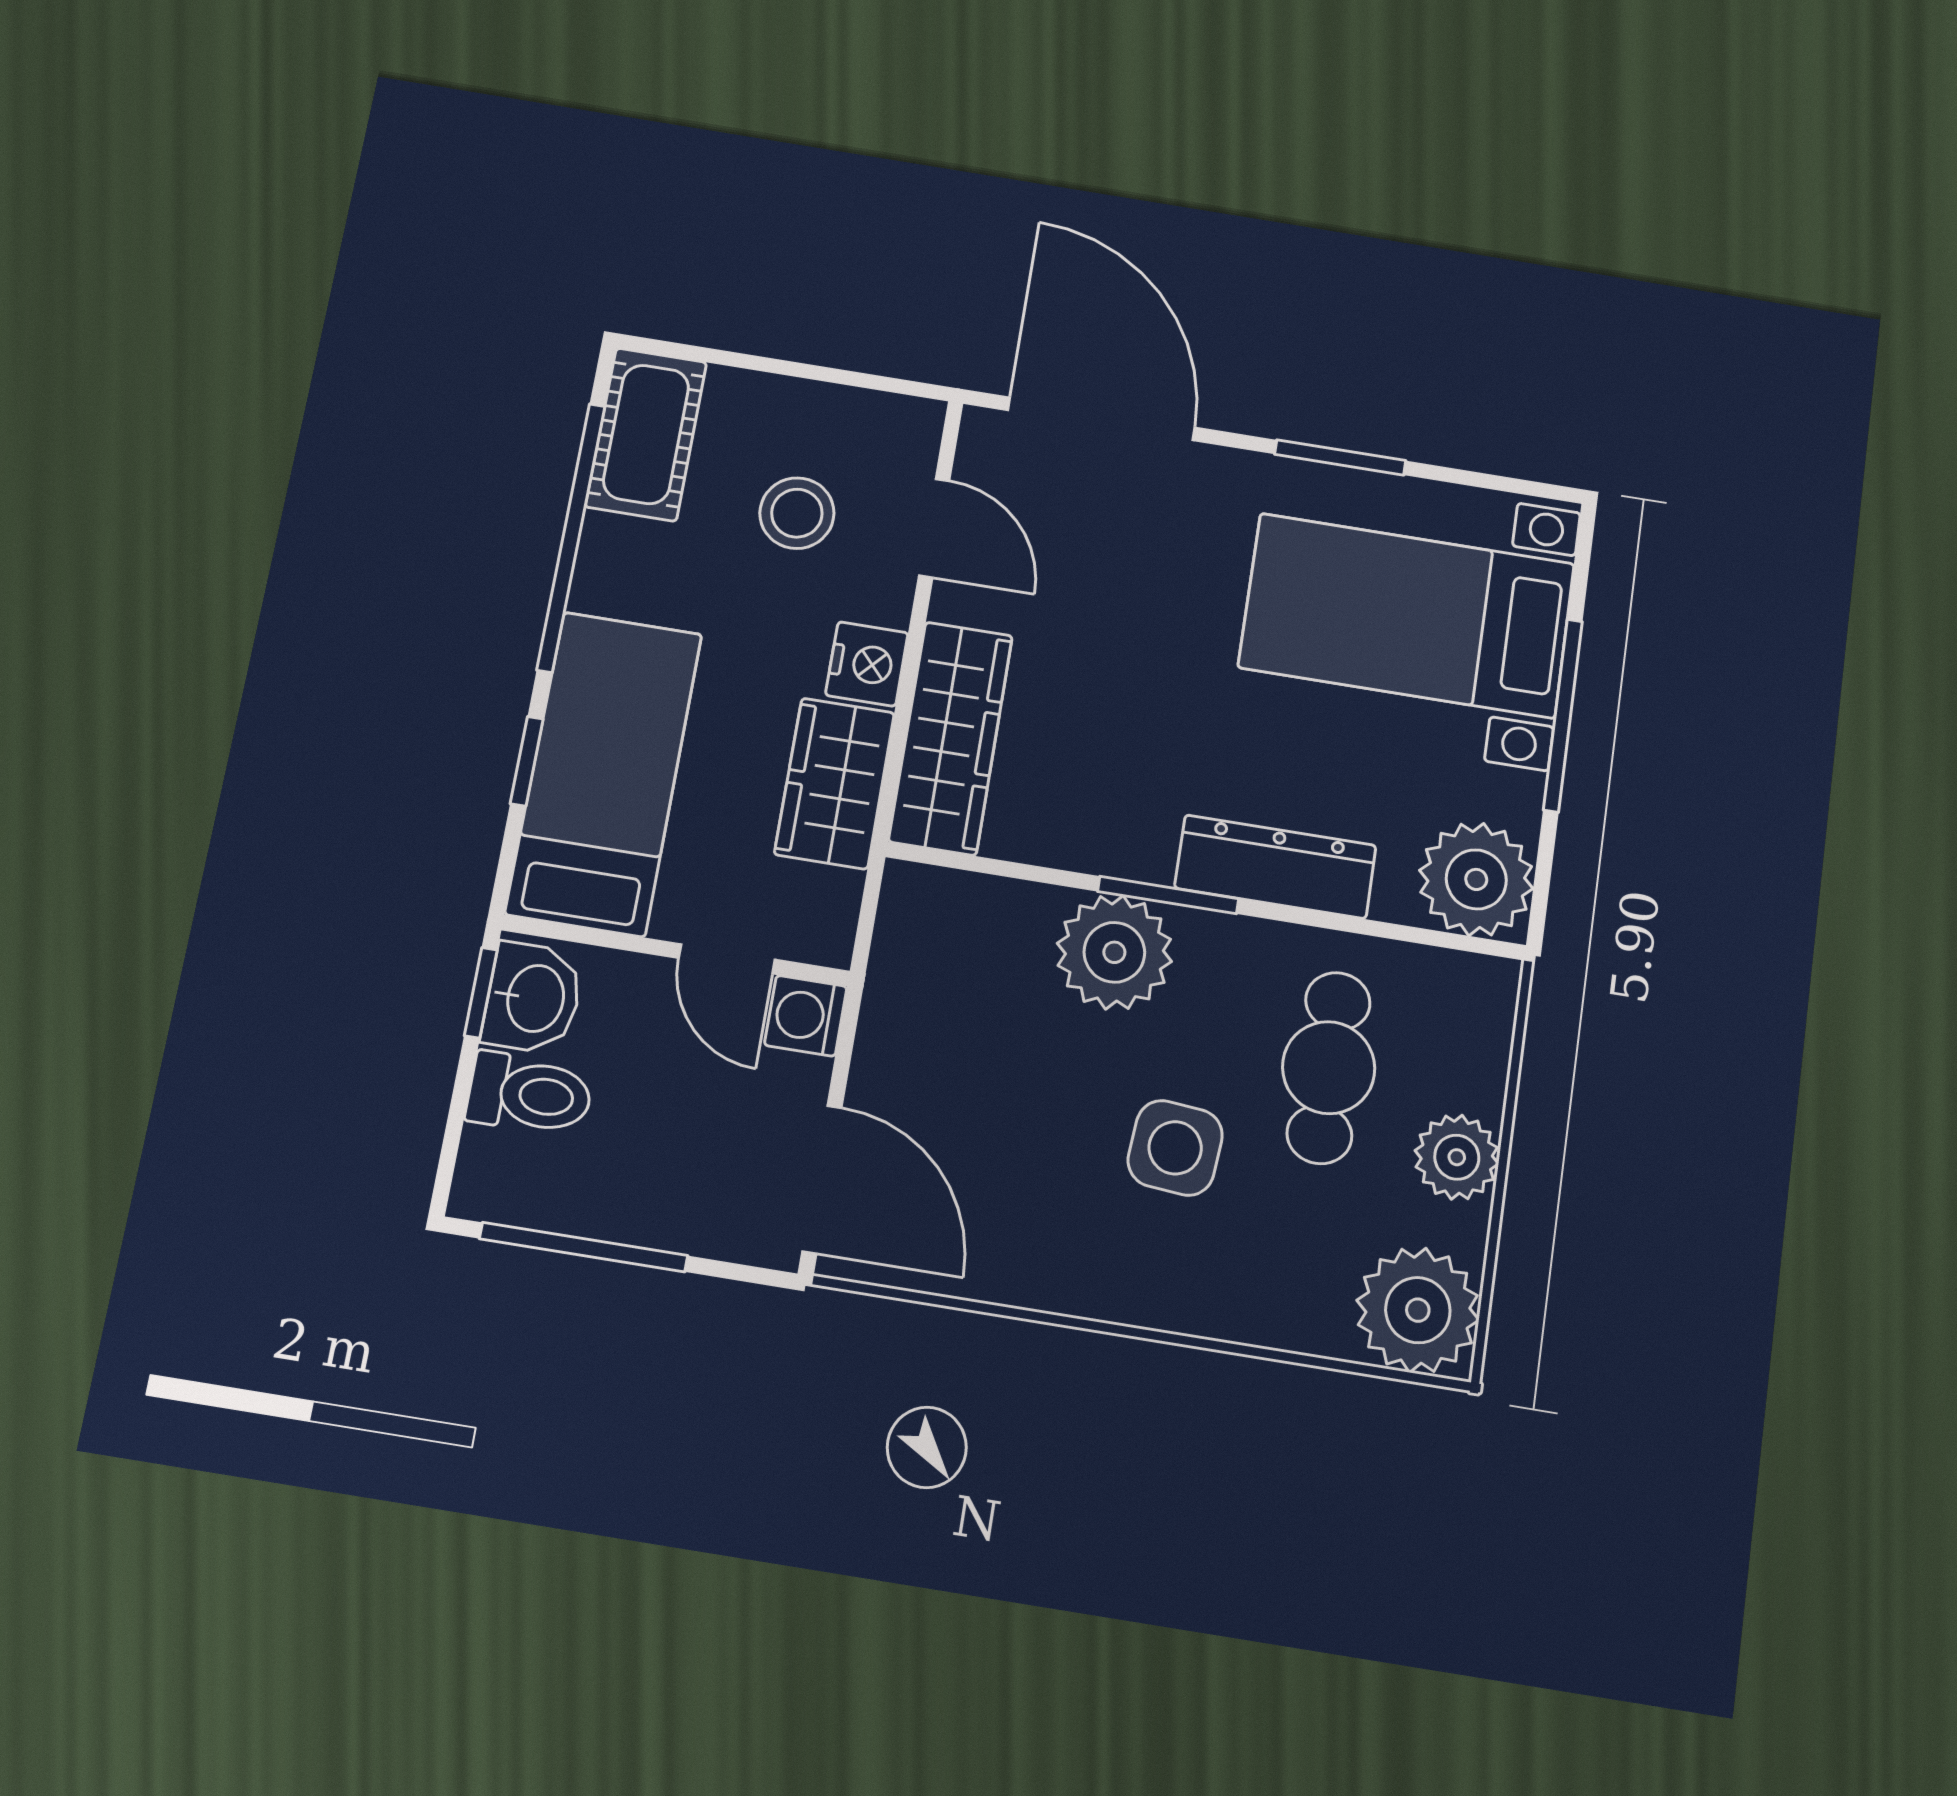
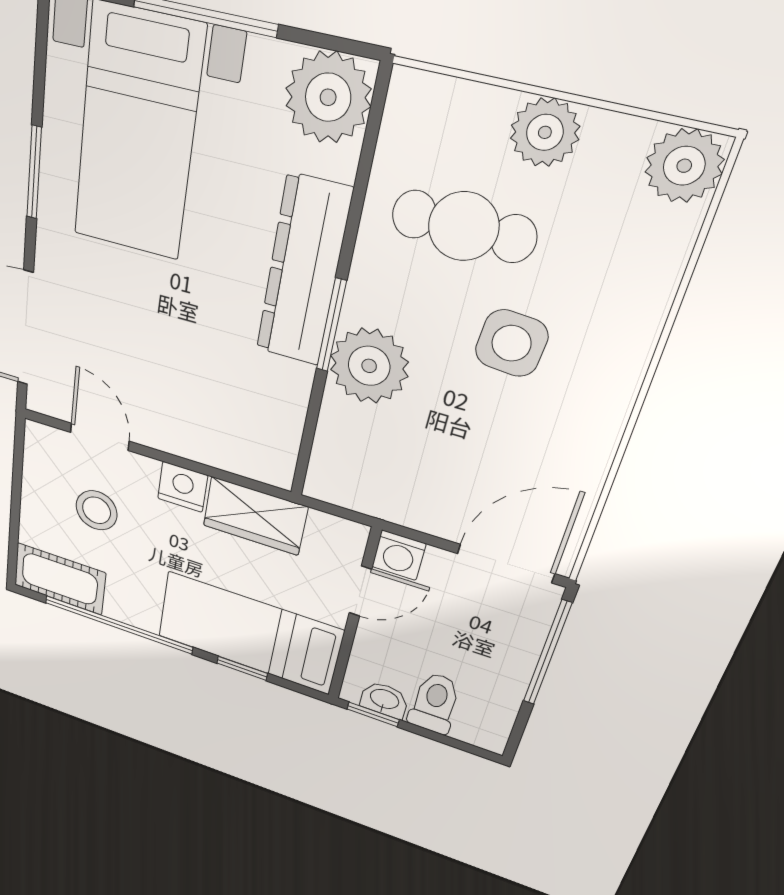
door: (934, 528) -> (100, 437), hinge flipped
wardrobe: (951, 738) -> (227, 446), removed
dresser: (1275, 867) -> (303, 272), width x1.37, depth x1.24
washbasin: (533, 998) -> (384, 700), width x0.72, depth x0.69
window: (584, 1247) -> (547, 653), moved
plant: (1418, 1310) -> (684, 166), width x0.73, depth x0.73

